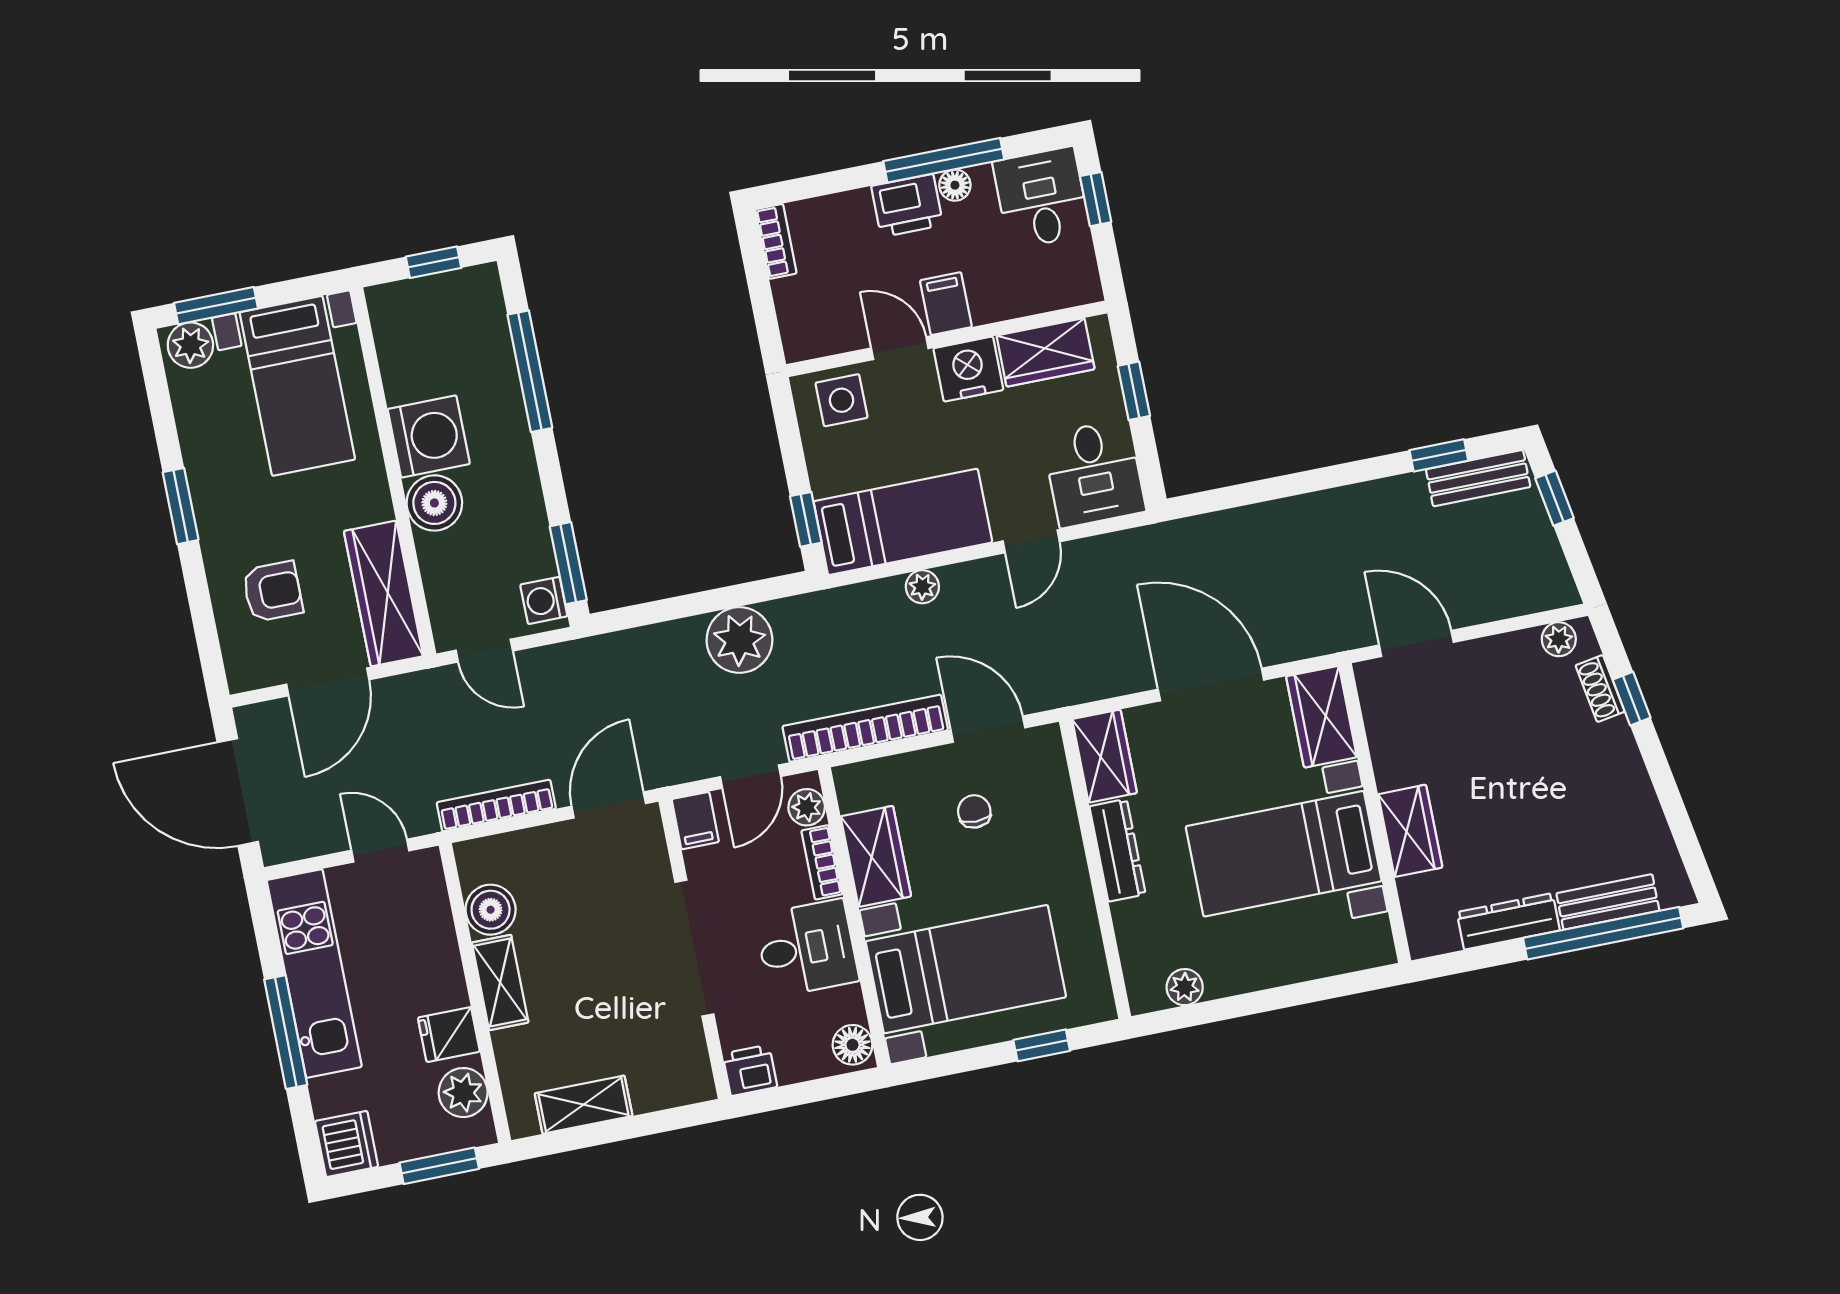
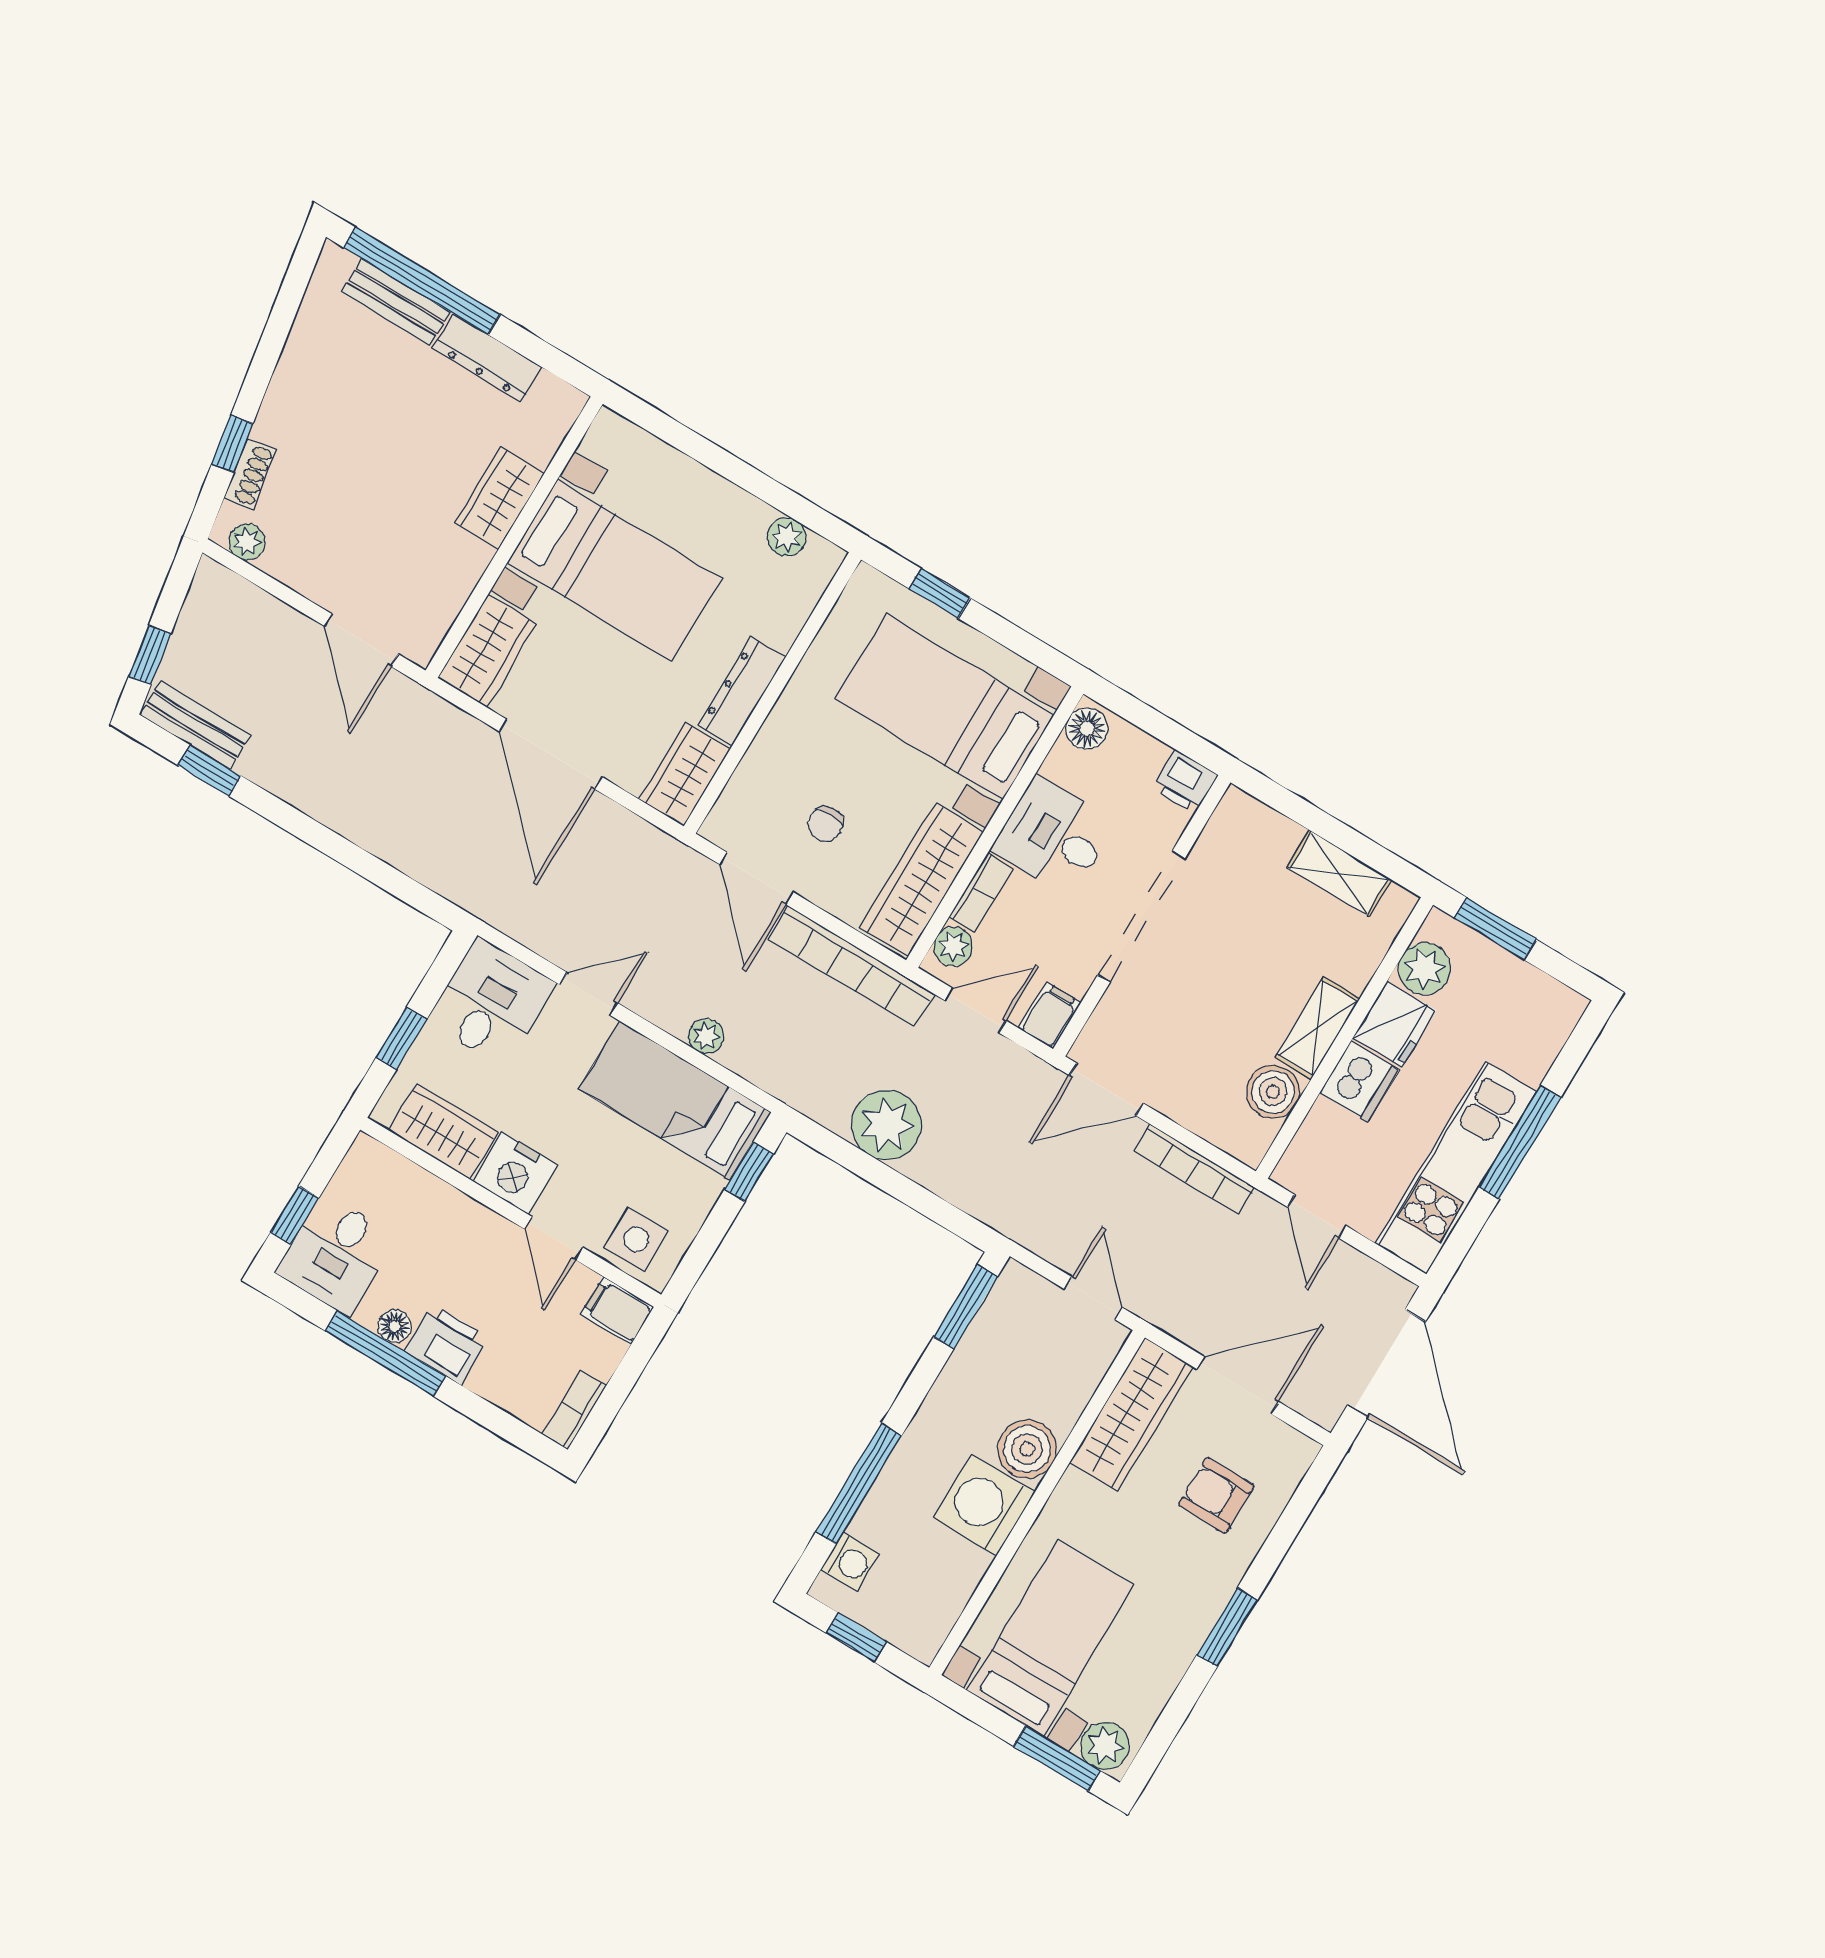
filing cabinet: (946, 304) -> (617, 1311), moved, turned 90
washing machine: (544, 600) -> (850, 1562), moved
wardrobe: (876, 856) -> (922, 880), width x1.50
fridge: (449, 1035) -> (1394, 1024), width x1.38
dishwasher: (347, 1144) -> (1359, 1081), moved, turned 180

